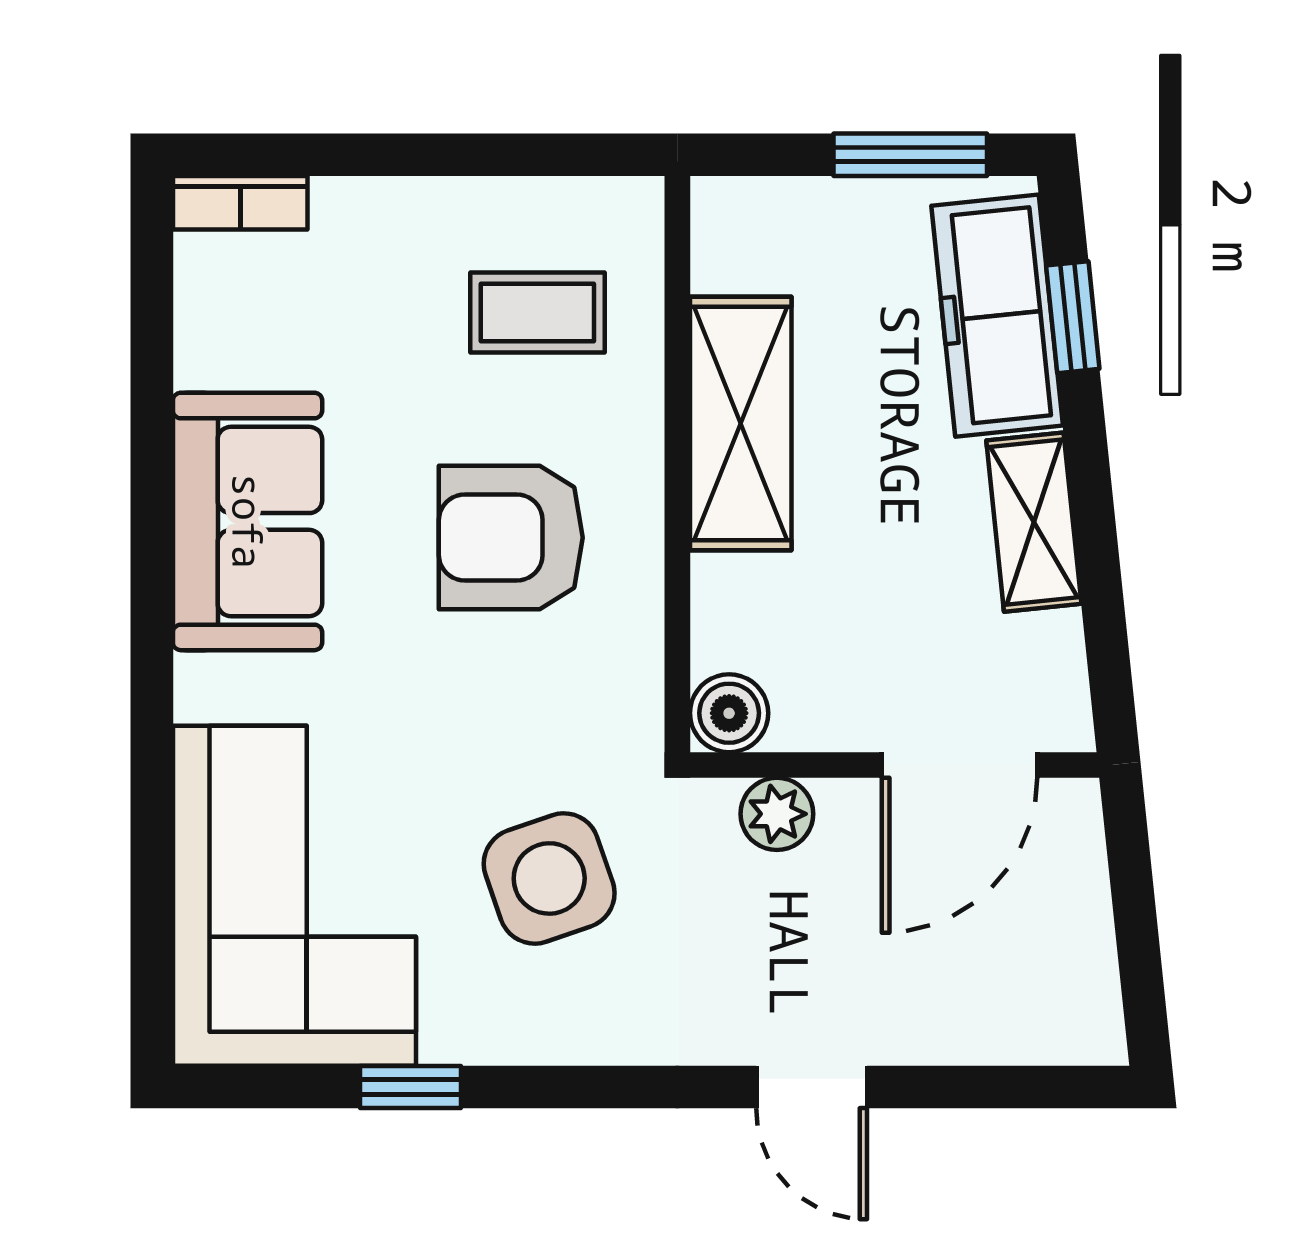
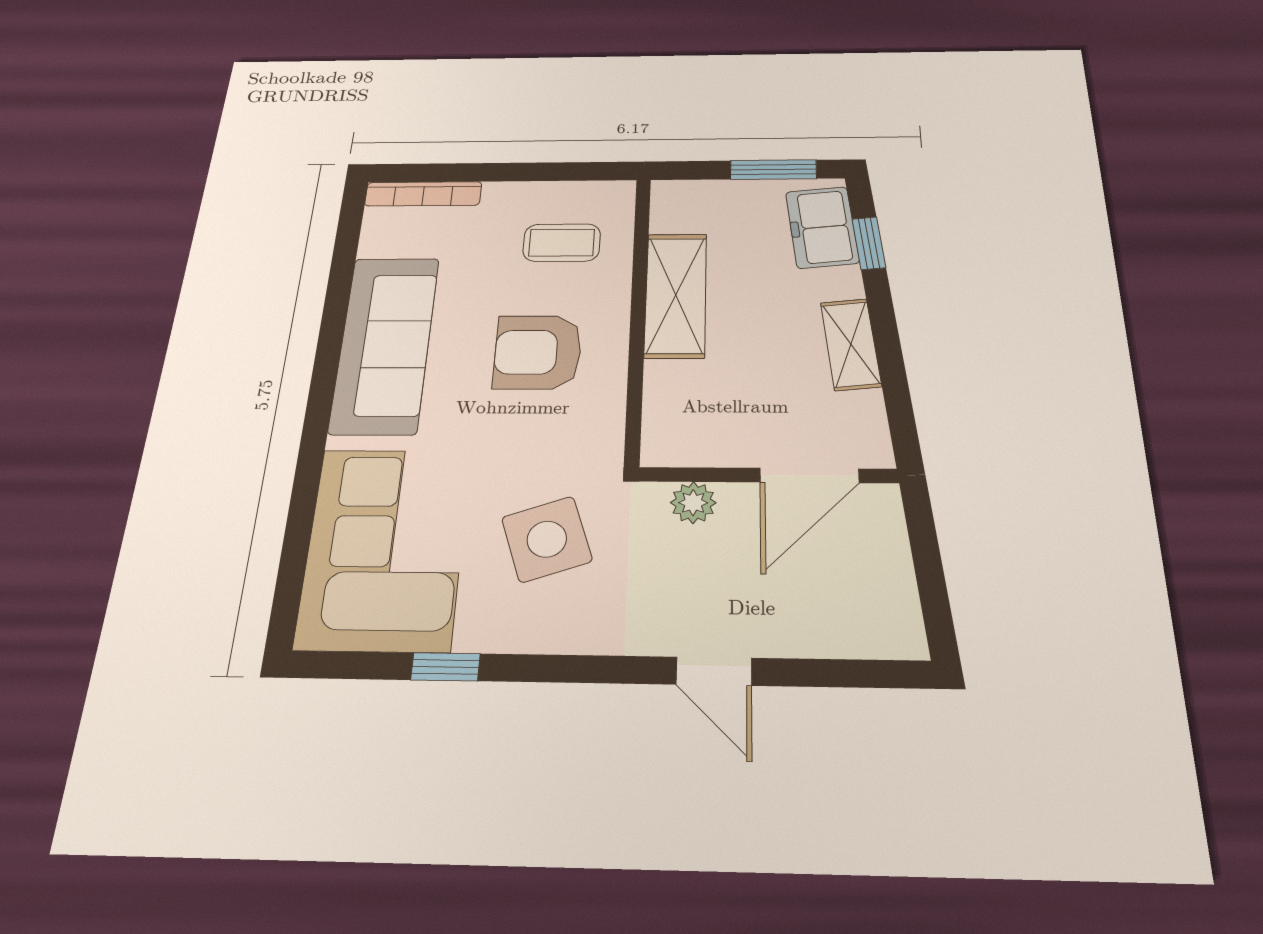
bookcase: (240, 203) -> (423, 194), width x1.56
freezer: (997, 316) -> (822, 227), width x0.71
sofa: (248, 521) -> (385, 344), width x1.36
boiler: (729, 713) -> (665, 446), removed

